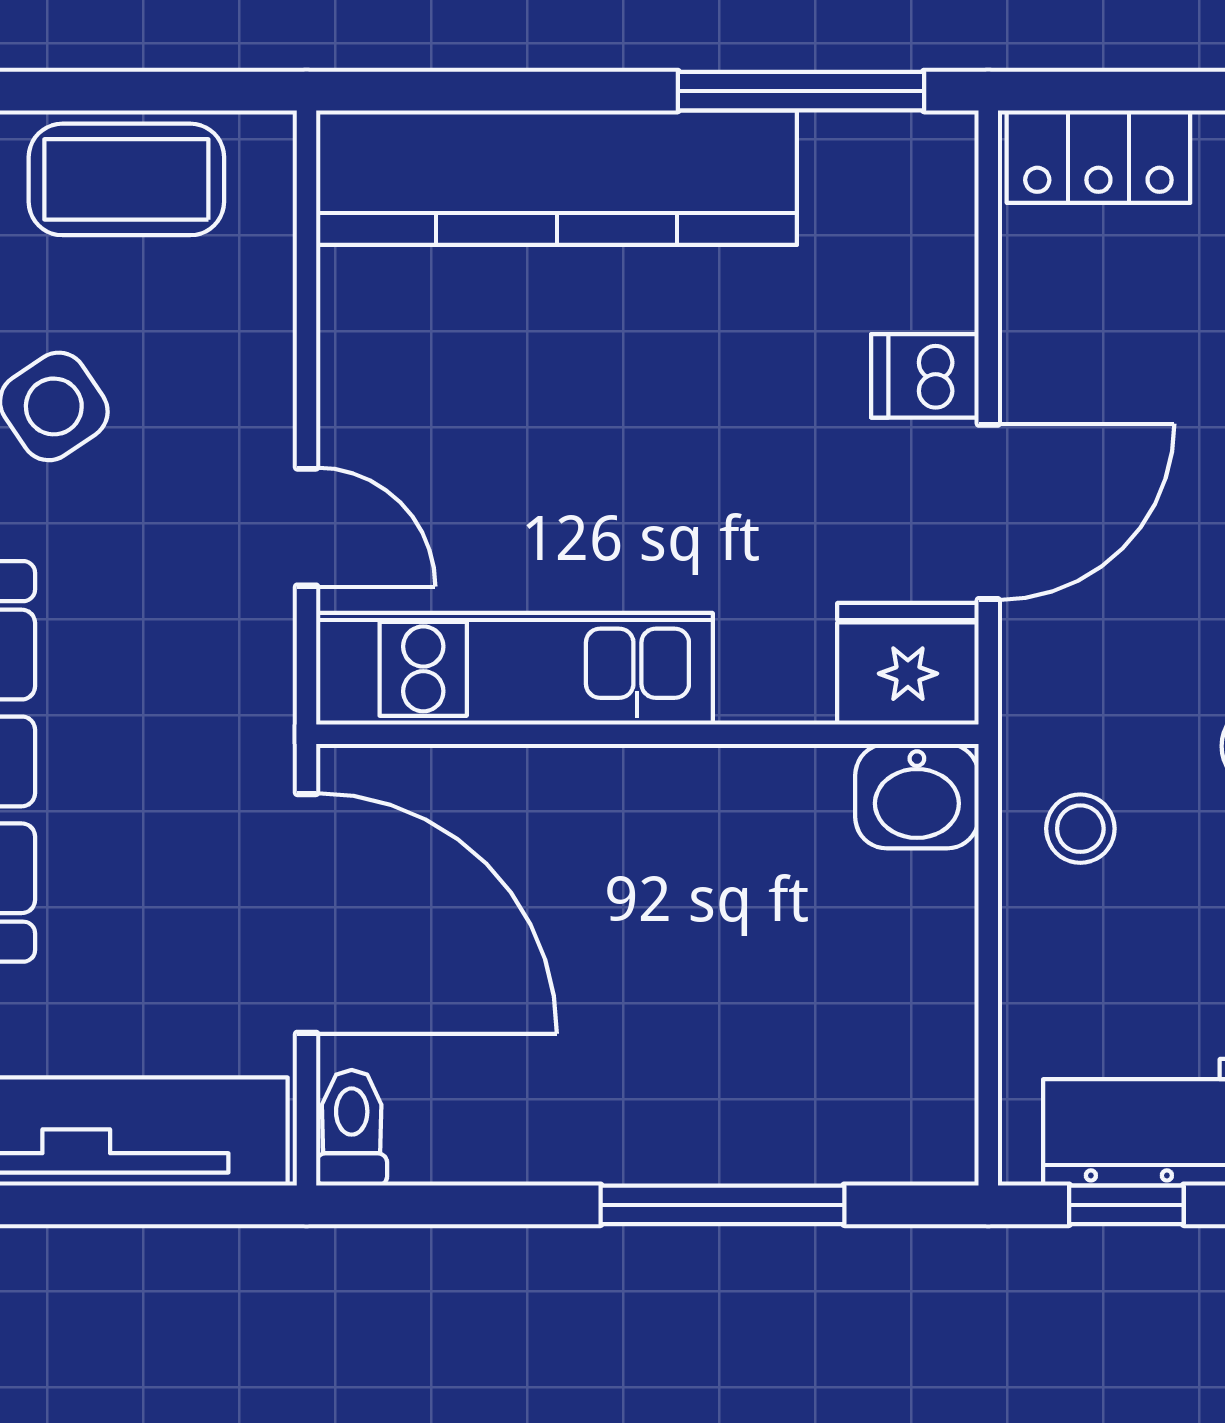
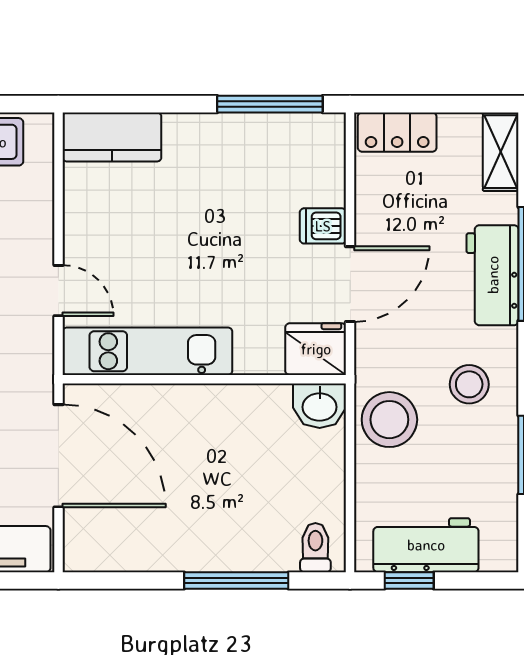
kitchen counter: (557, 178) -> (112, 137), width x0.48, depth x0.86
stool: (1080, 829) -> (389, 420), width x1.89, depth x1.89
toilet: (352, 1128) -> (315, 548), moved

